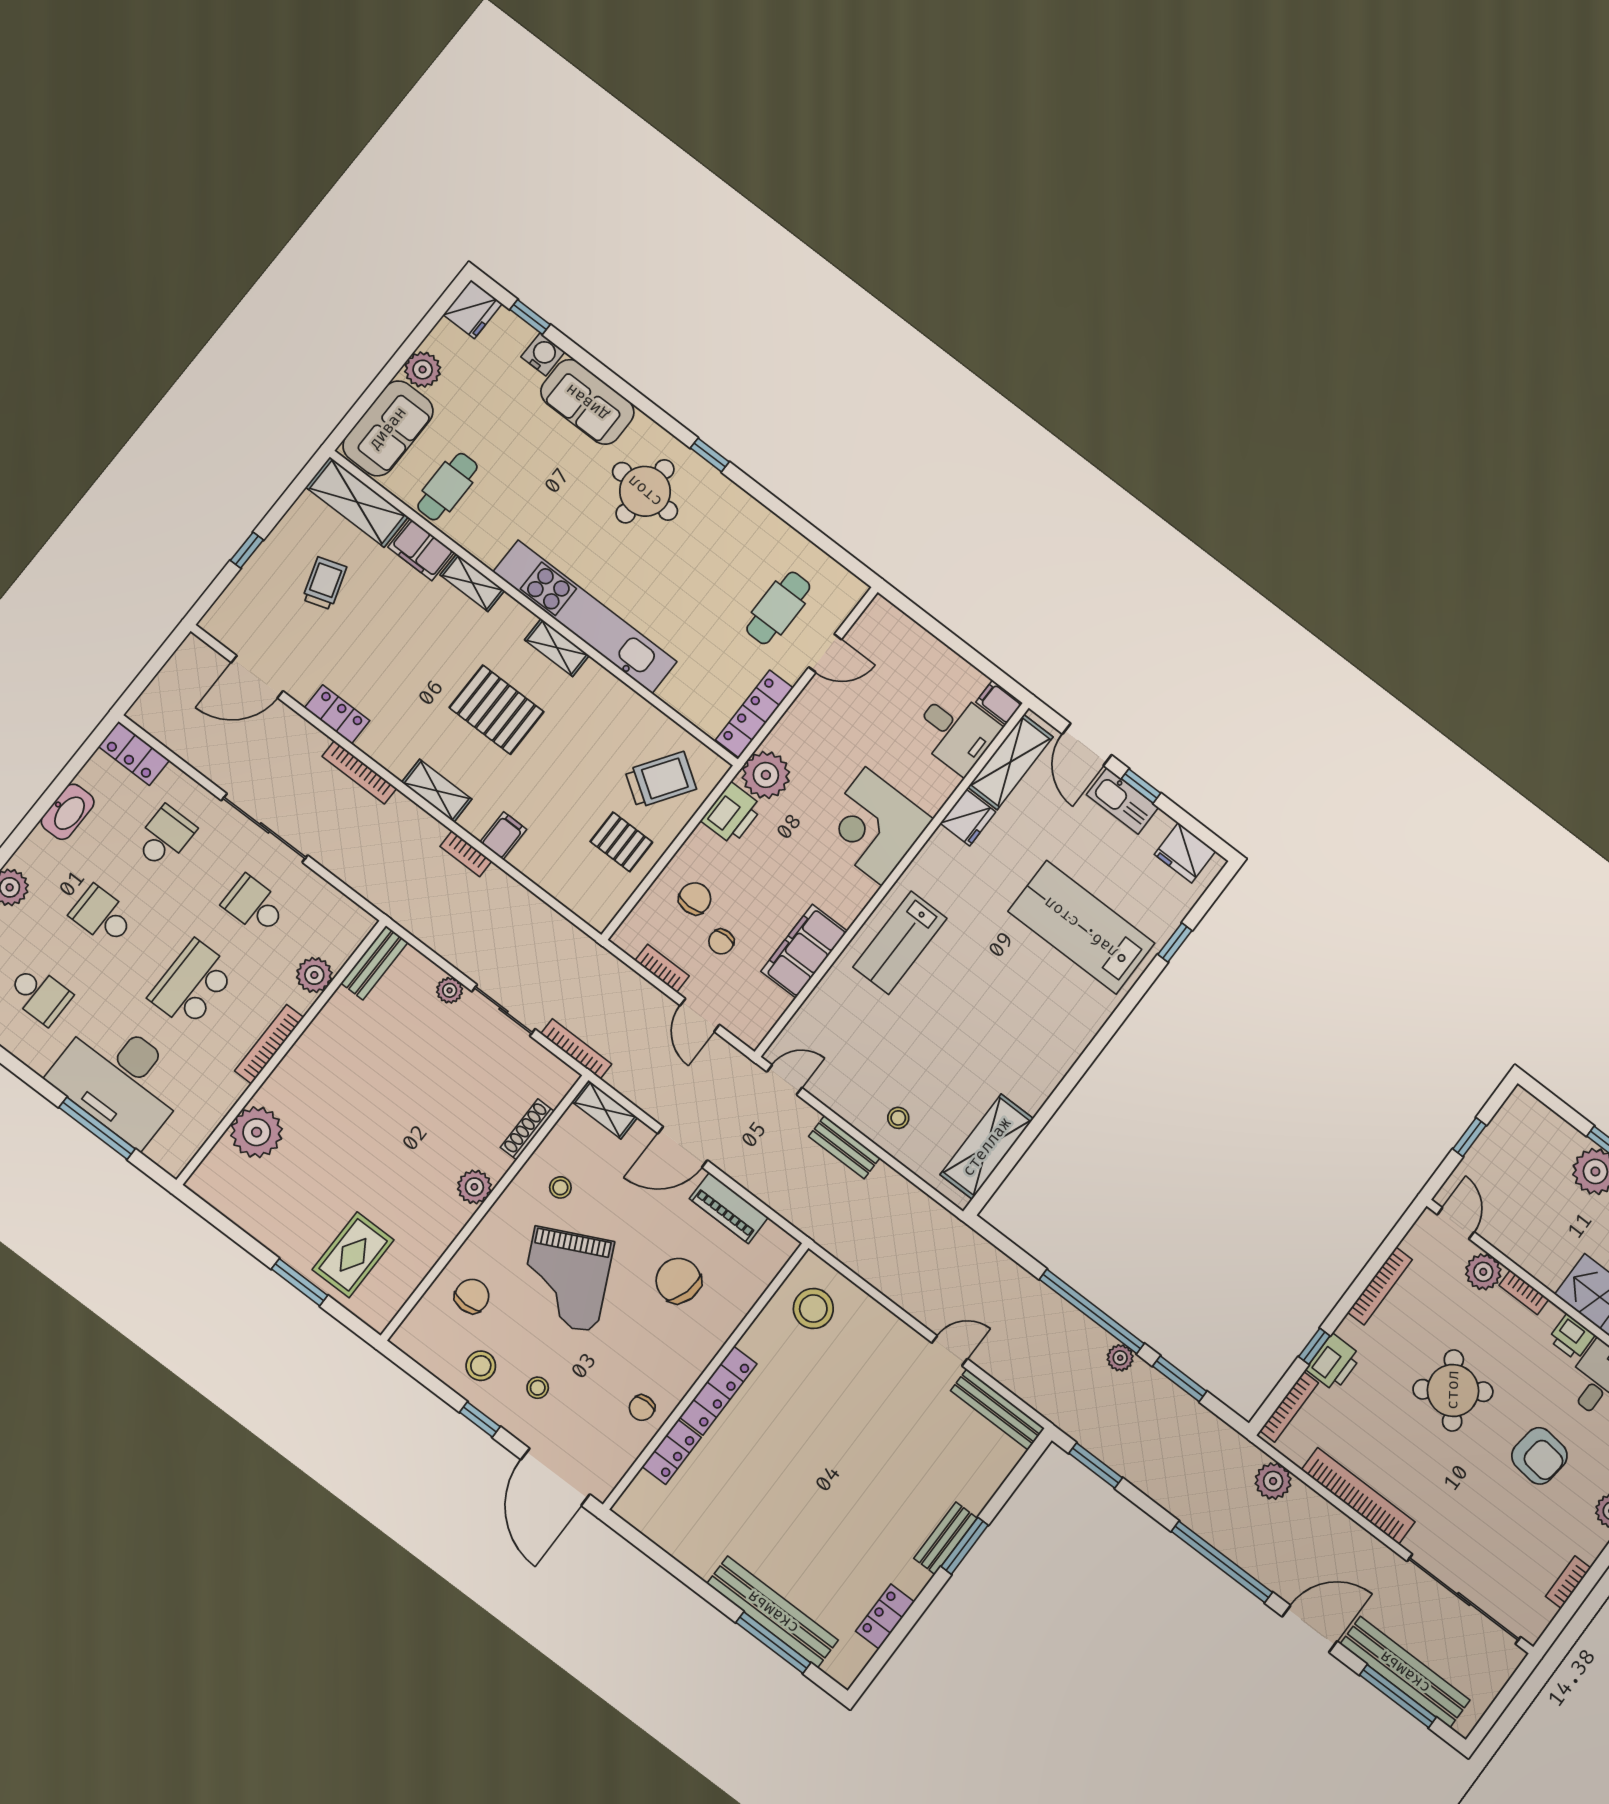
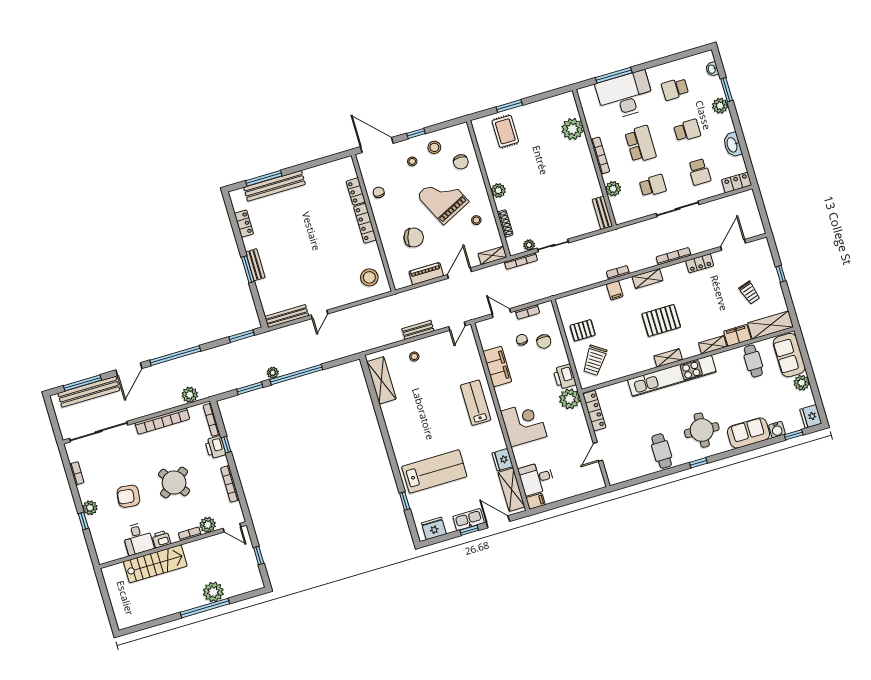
cafe table: (778, 608) -> (662, 451), moved
plant: (450, 990) -> (529, 245), moved

